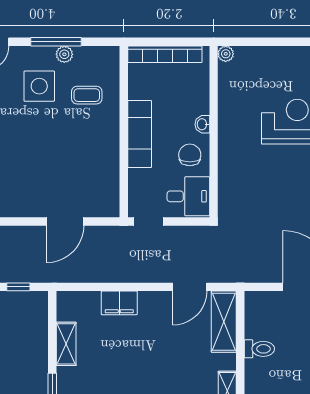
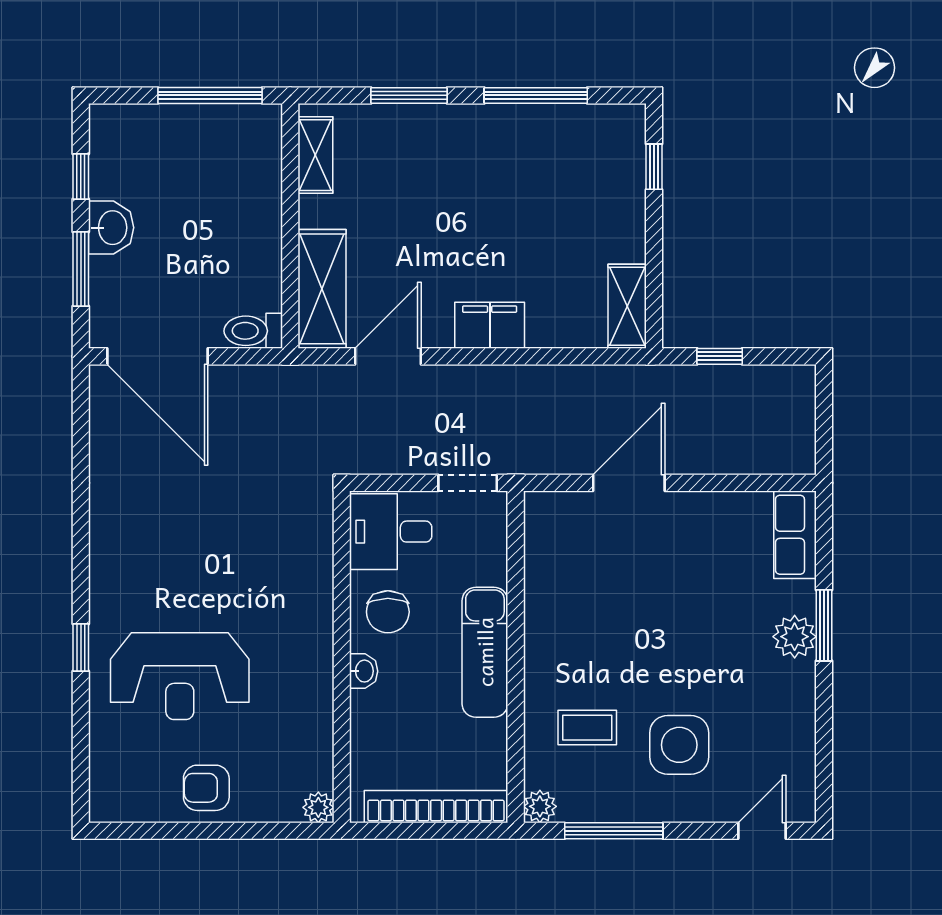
window: (56, 42) -> (614, 831), moved
plant: (64, 54) -> (540, 806), moved
armchair: (284, 64) -> (206, 788), added
filing cabinet: (119, 303) -> (490, 325), moved
shelving: (66, 344) -> (627, 306), moved
toilet: (259, 349) -> (253, 331), moved

